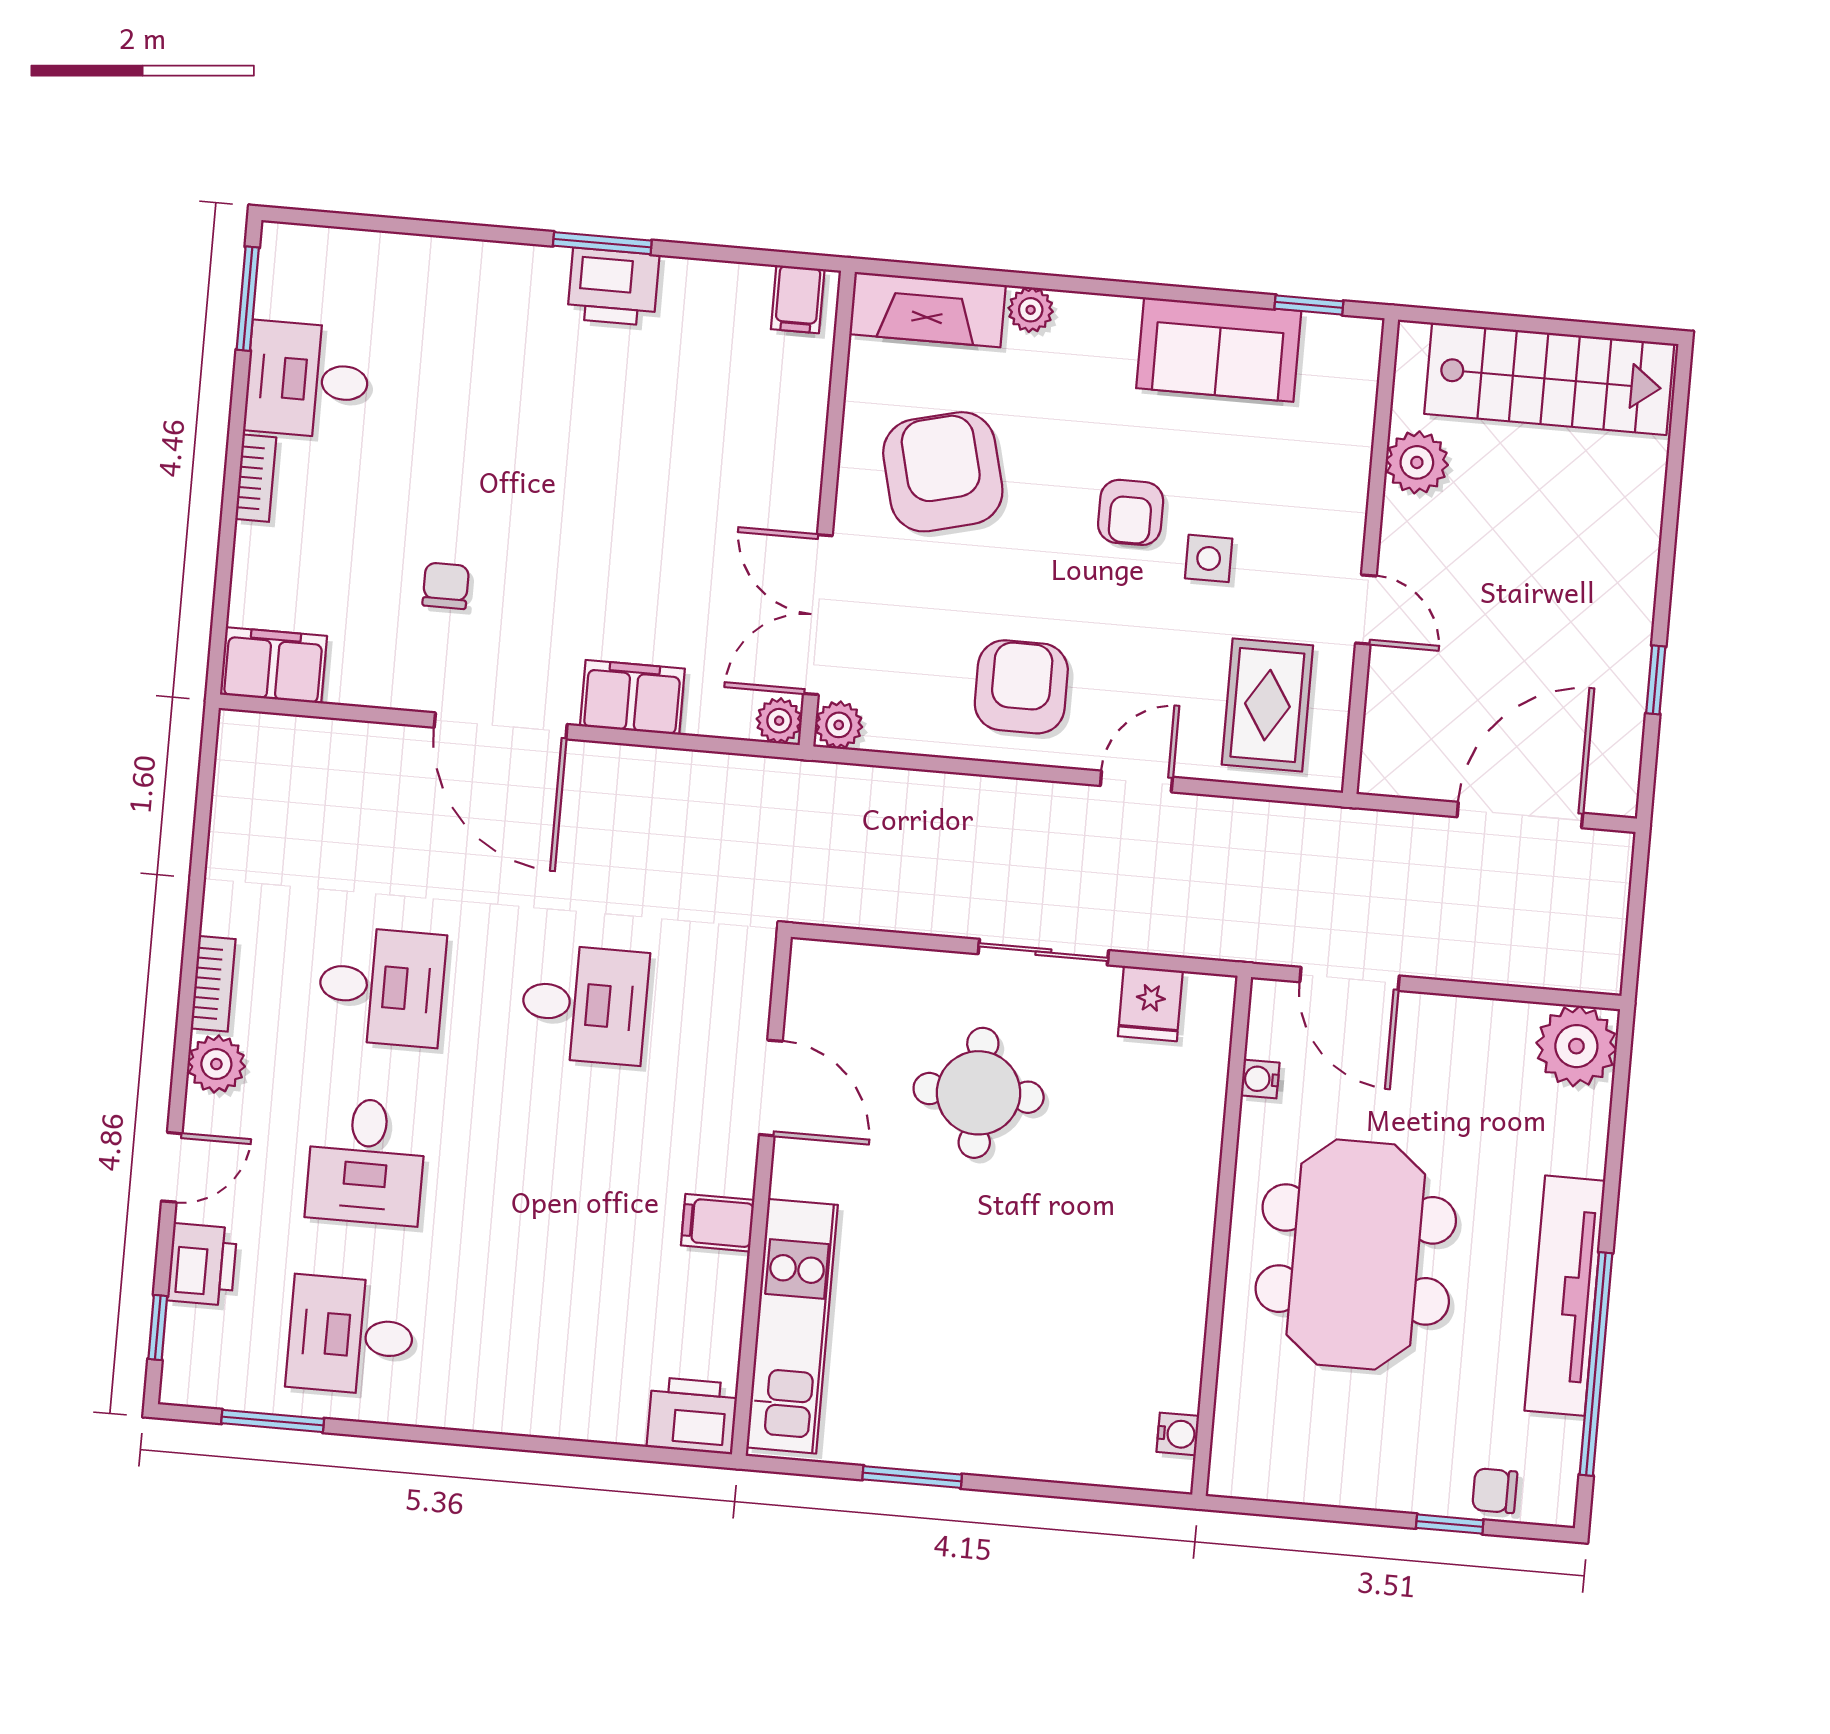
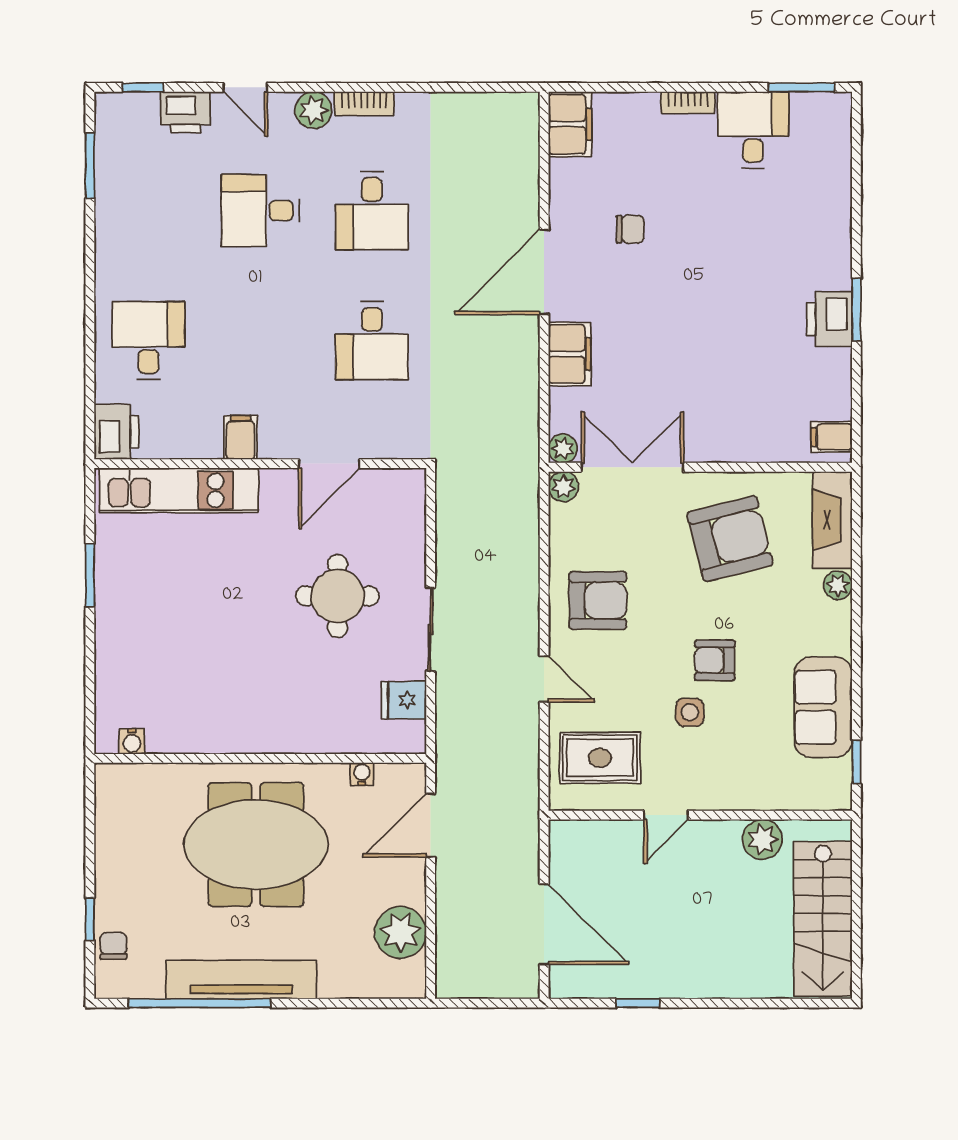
plant: (1576, 1046) -> (400, 933), moved
desk: (351, 1336) -> (148, 341), moved

